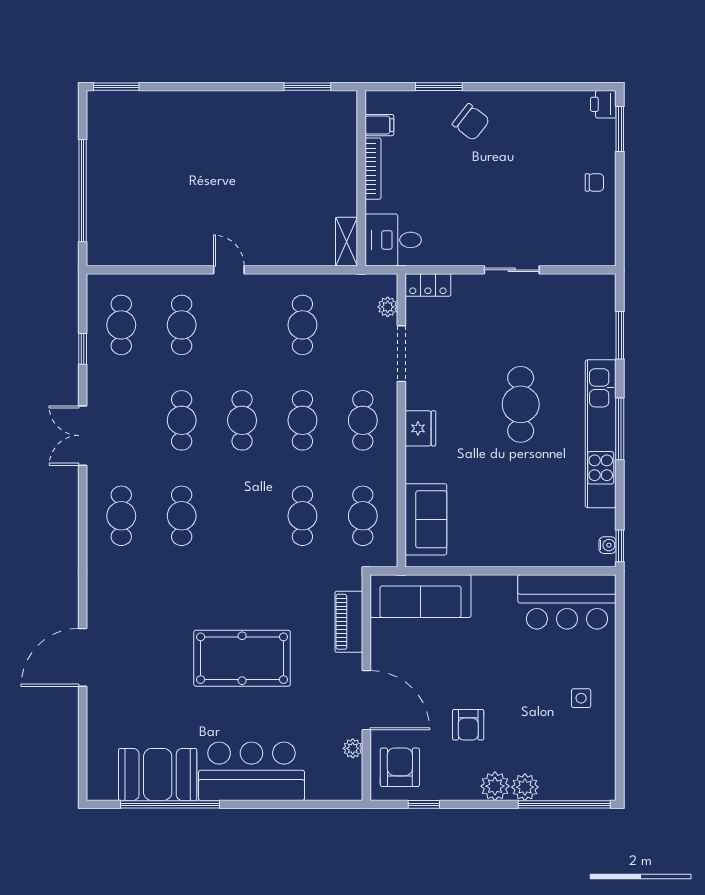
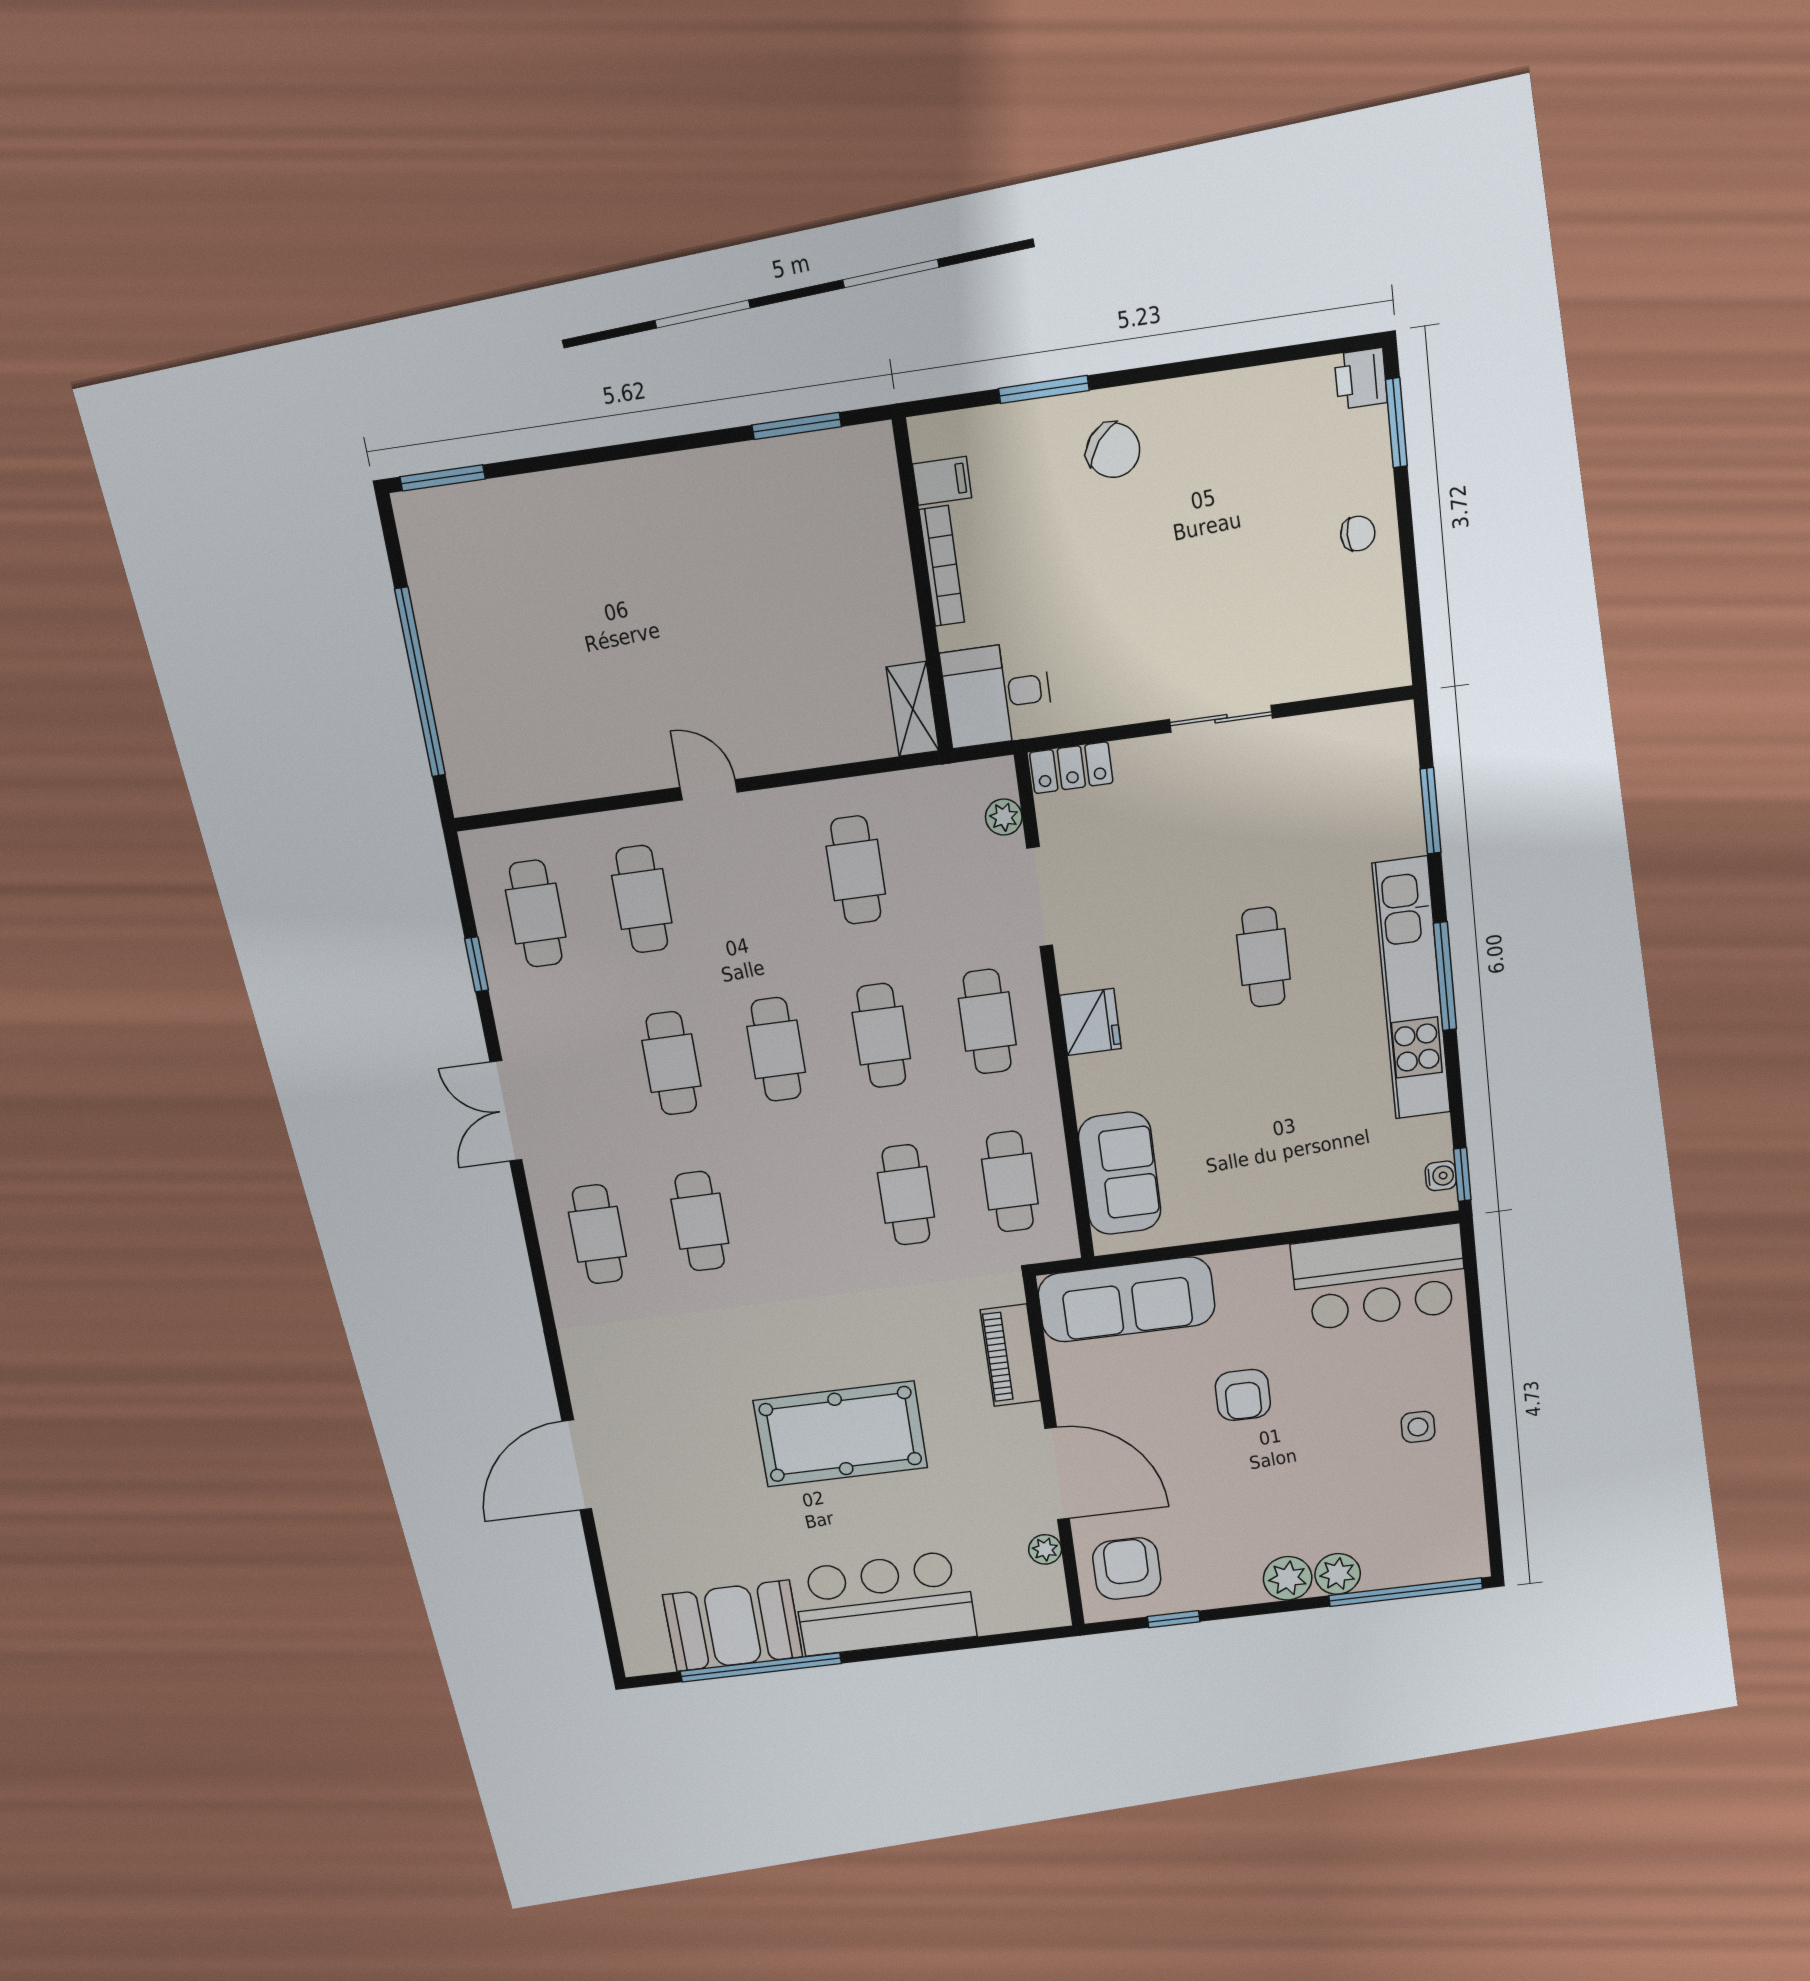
cafe table: (521, 404) -> (1263, 957), width x0.73, depth x0.74
armchair: (468, 725) -> (1243, 1395), moved

